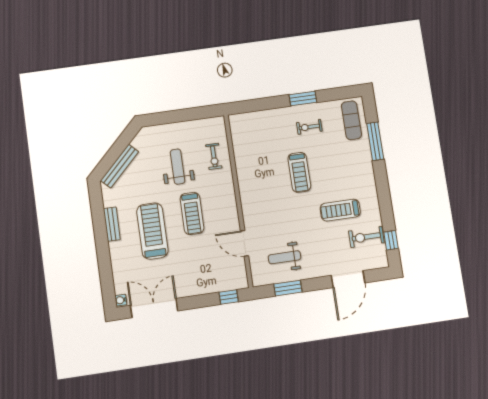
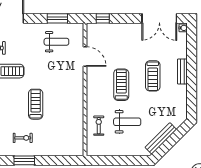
bench: (120, 166) -> (161, 138), moved
weight bench: (178, 167) -> (127, 122), turned -90
bench: (112, 224) -> (182, 71), moved
treadmill: (152, 231) -> (153, 76), width x0.73, depth x0.73

